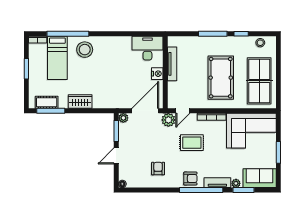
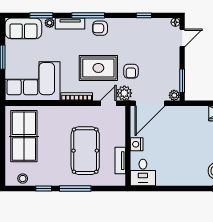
desk: (147, 48) -> (143, 172), width x0.73
tv unit: (172, 64) -> (120, 161), width x0.71
pool table: (221, 78) -> (85, 151), moved
rug: (192, 143) -> (98, 68), width x1.36, depth x1.43
door: (116, 156) -> (182, 38), moved
armchair: (158, 169) -> (131, 71), moved
window: (151, 190) -> (144, 15), added
window: (201, 190) -> (88, 15), width x0.68

